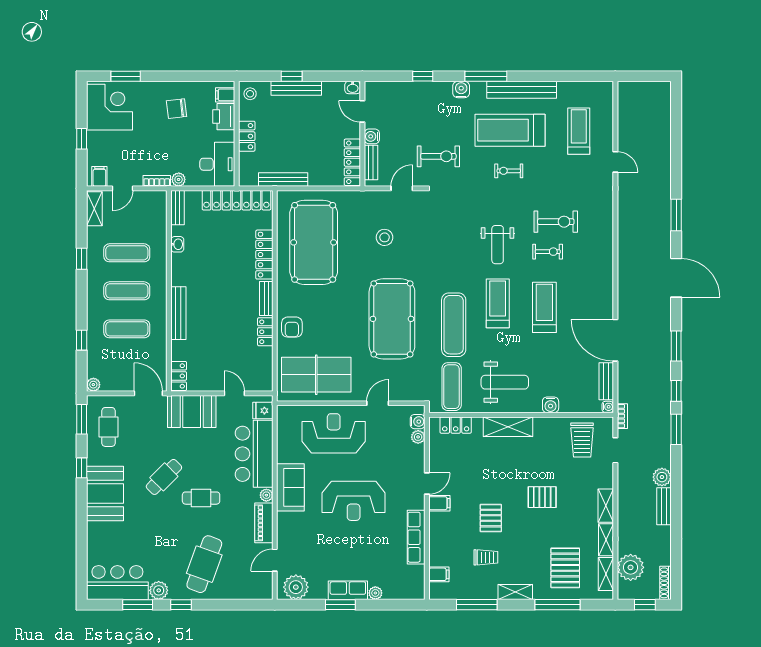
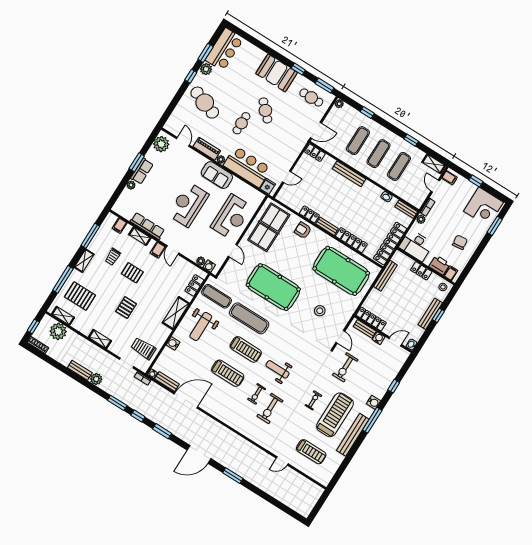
booth: (192, 412) -> (291, 148), removed
shelving: (606, 540) -> (140, 236), moved

